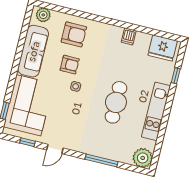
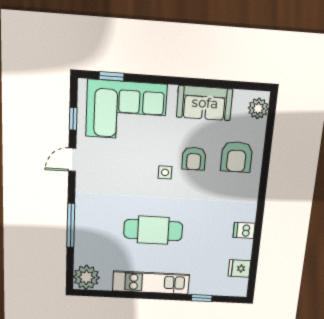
fridge: (163, 48) -> (239, 268), width x0.53, depth x0.75
sofa: (33, 51) -> (205, 103), width x0.73
door: (55, 149) -> (72, 160), hinge flipped

